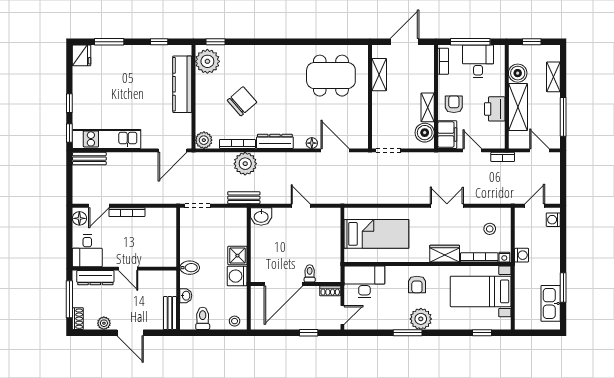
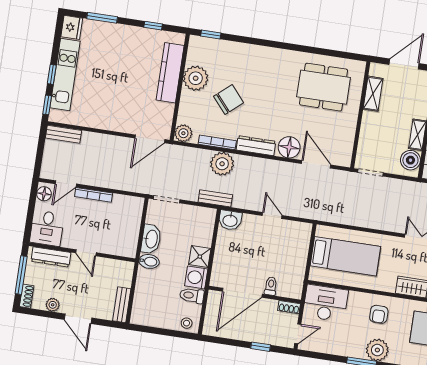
plant: (207, 61) -> (196, 78), moved
kitchen unit: (107, 139) -> (65, 74), moved, turned 90
floor lamp: (312, 143) -> (289, 147), width x1.89, depth x1.89
washbasin: (186, 296) -> (151, 239), moved, width x1.91, depth x1.45
toilet: (203, 318) -> (192, 296), moved, turned -90

